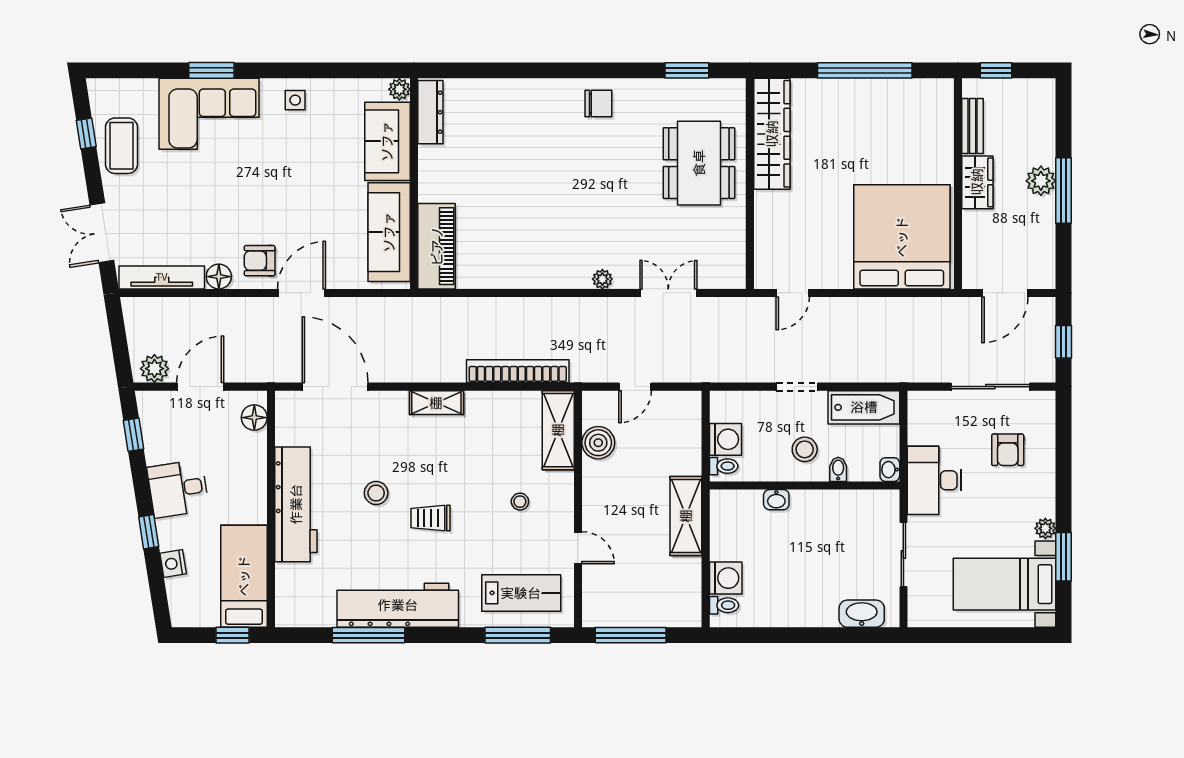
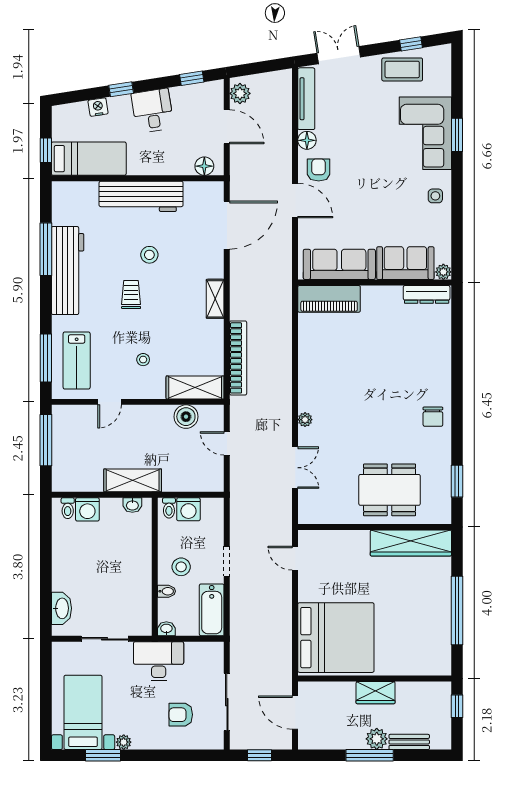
bench: (973, 126) -> (409, 742), moved
washbasin: (776, 500) -> (132, 505), moved, turned -90

